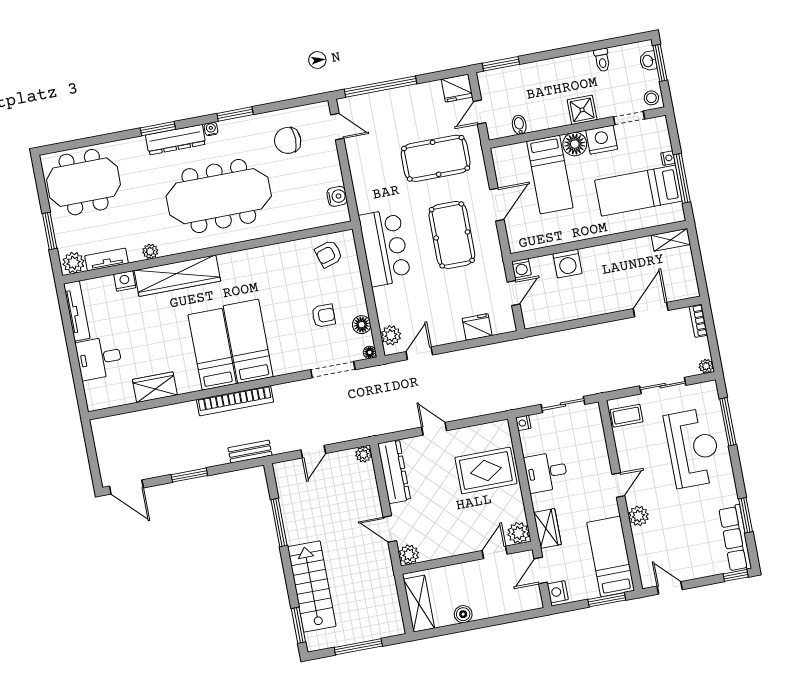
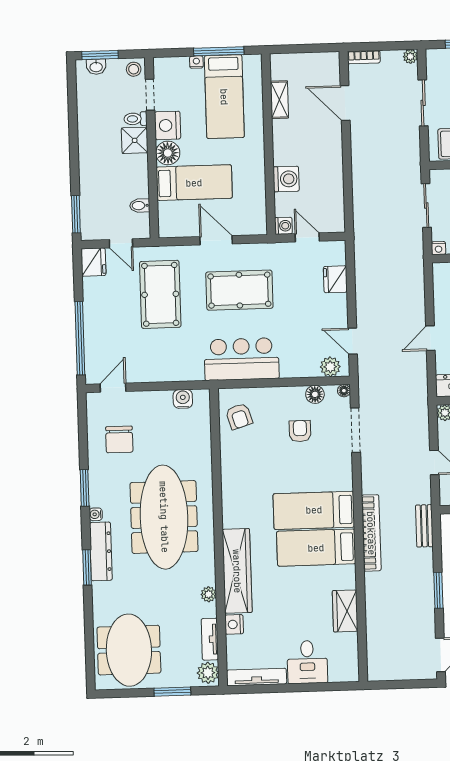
toilet: (602, 60) -> (136, 119), moved, turned 180
shelving: (671, 240) -> (279, 100), moved

